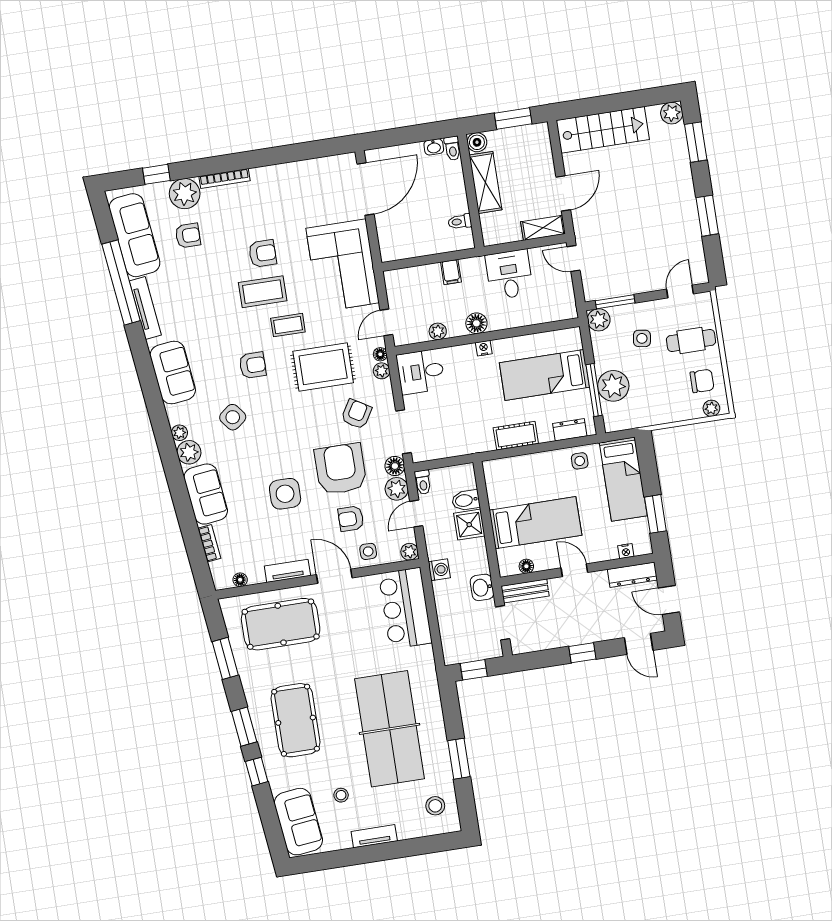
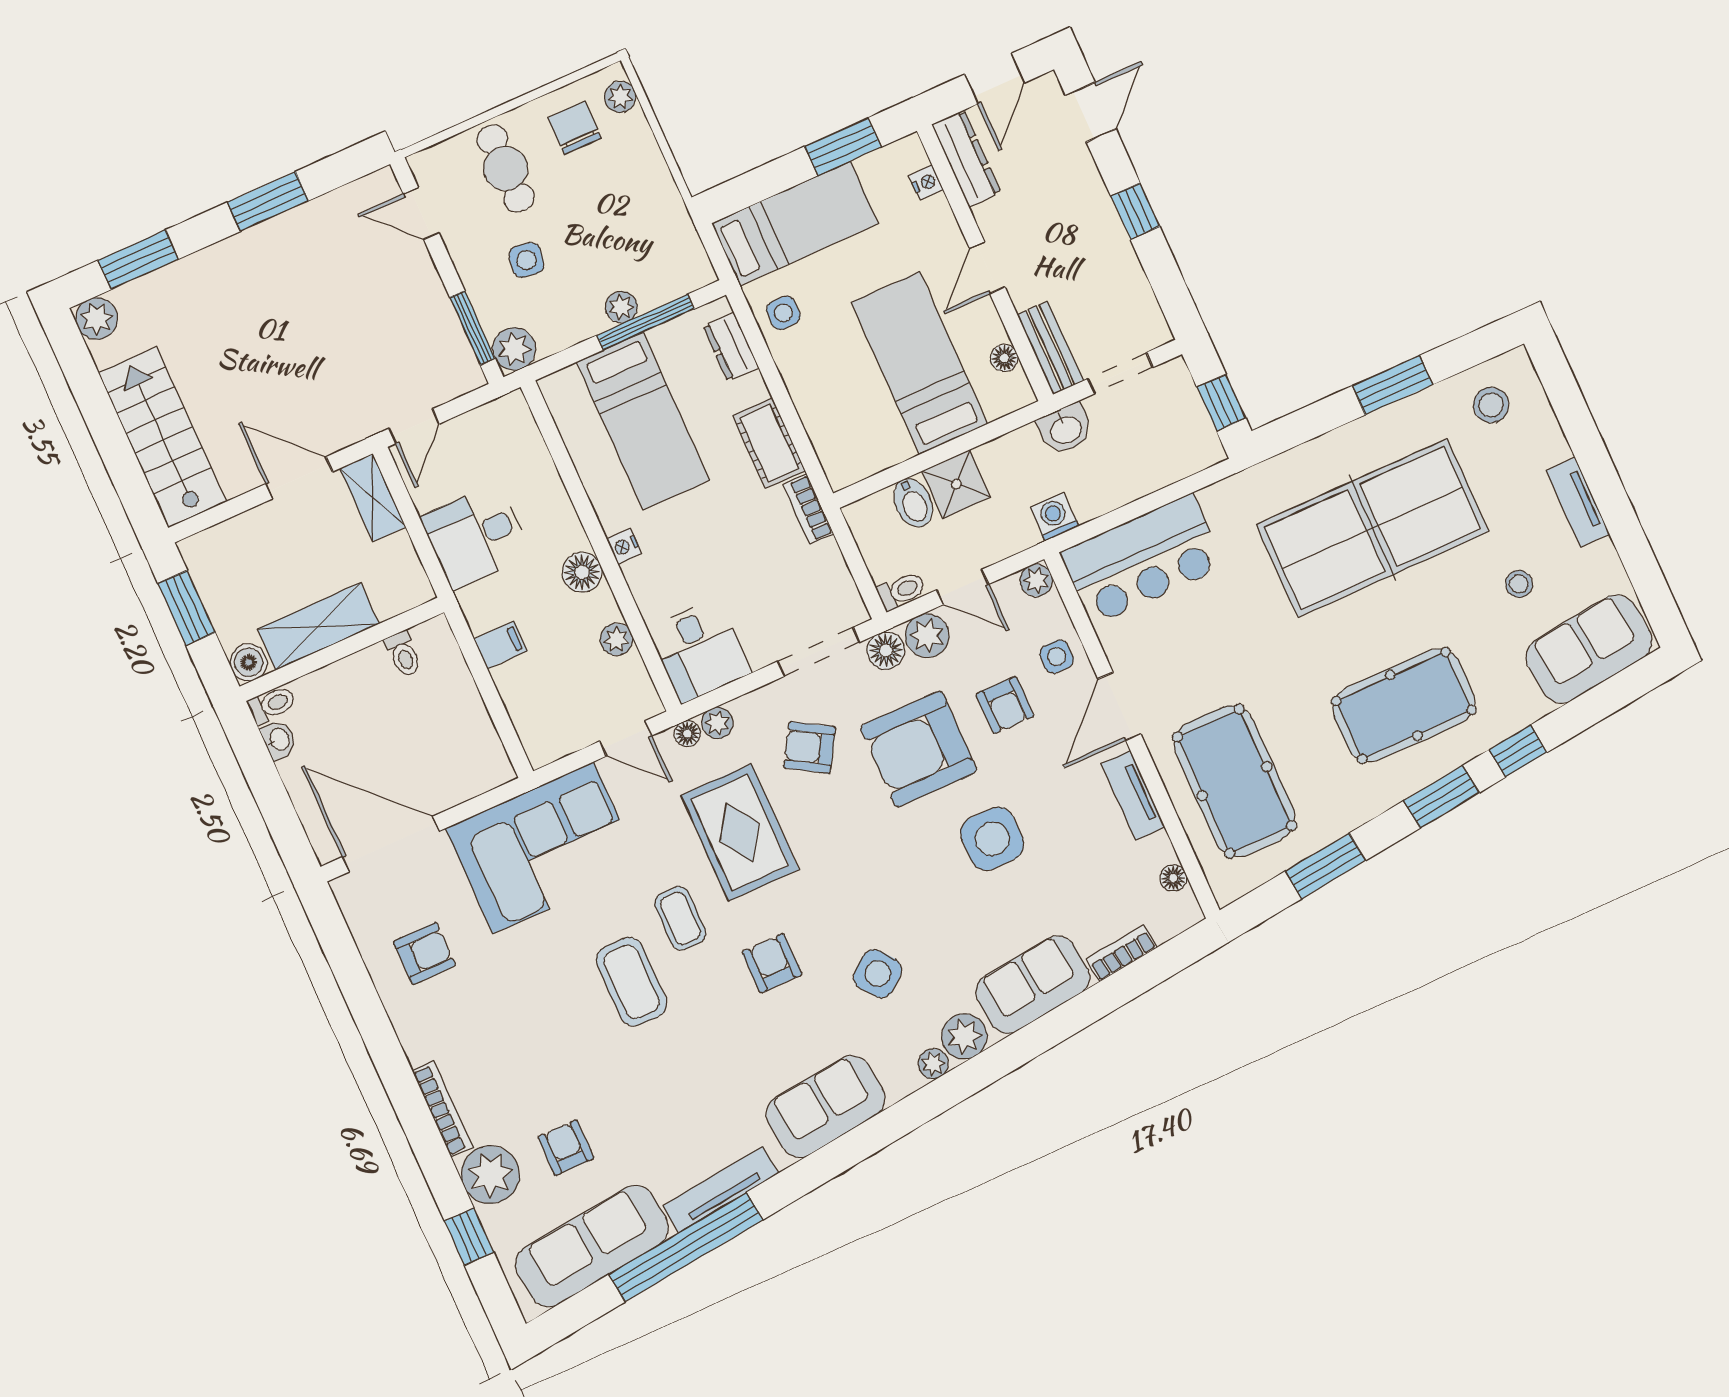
armchair: (263, 253) -> (424, 953), moved, turned 90
plant: (613, 386) -> (621, 307), width x0.53, depth x0.53
bookcase: (477, 446) -> (808, 509), added

